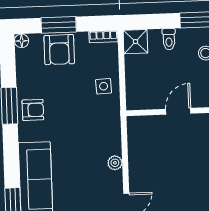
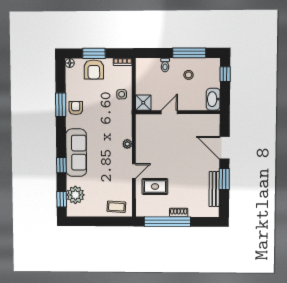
shower: (135, 42) -> (143, 103), moved
armchair: (33, 110) -> (76, 108), turned -90

